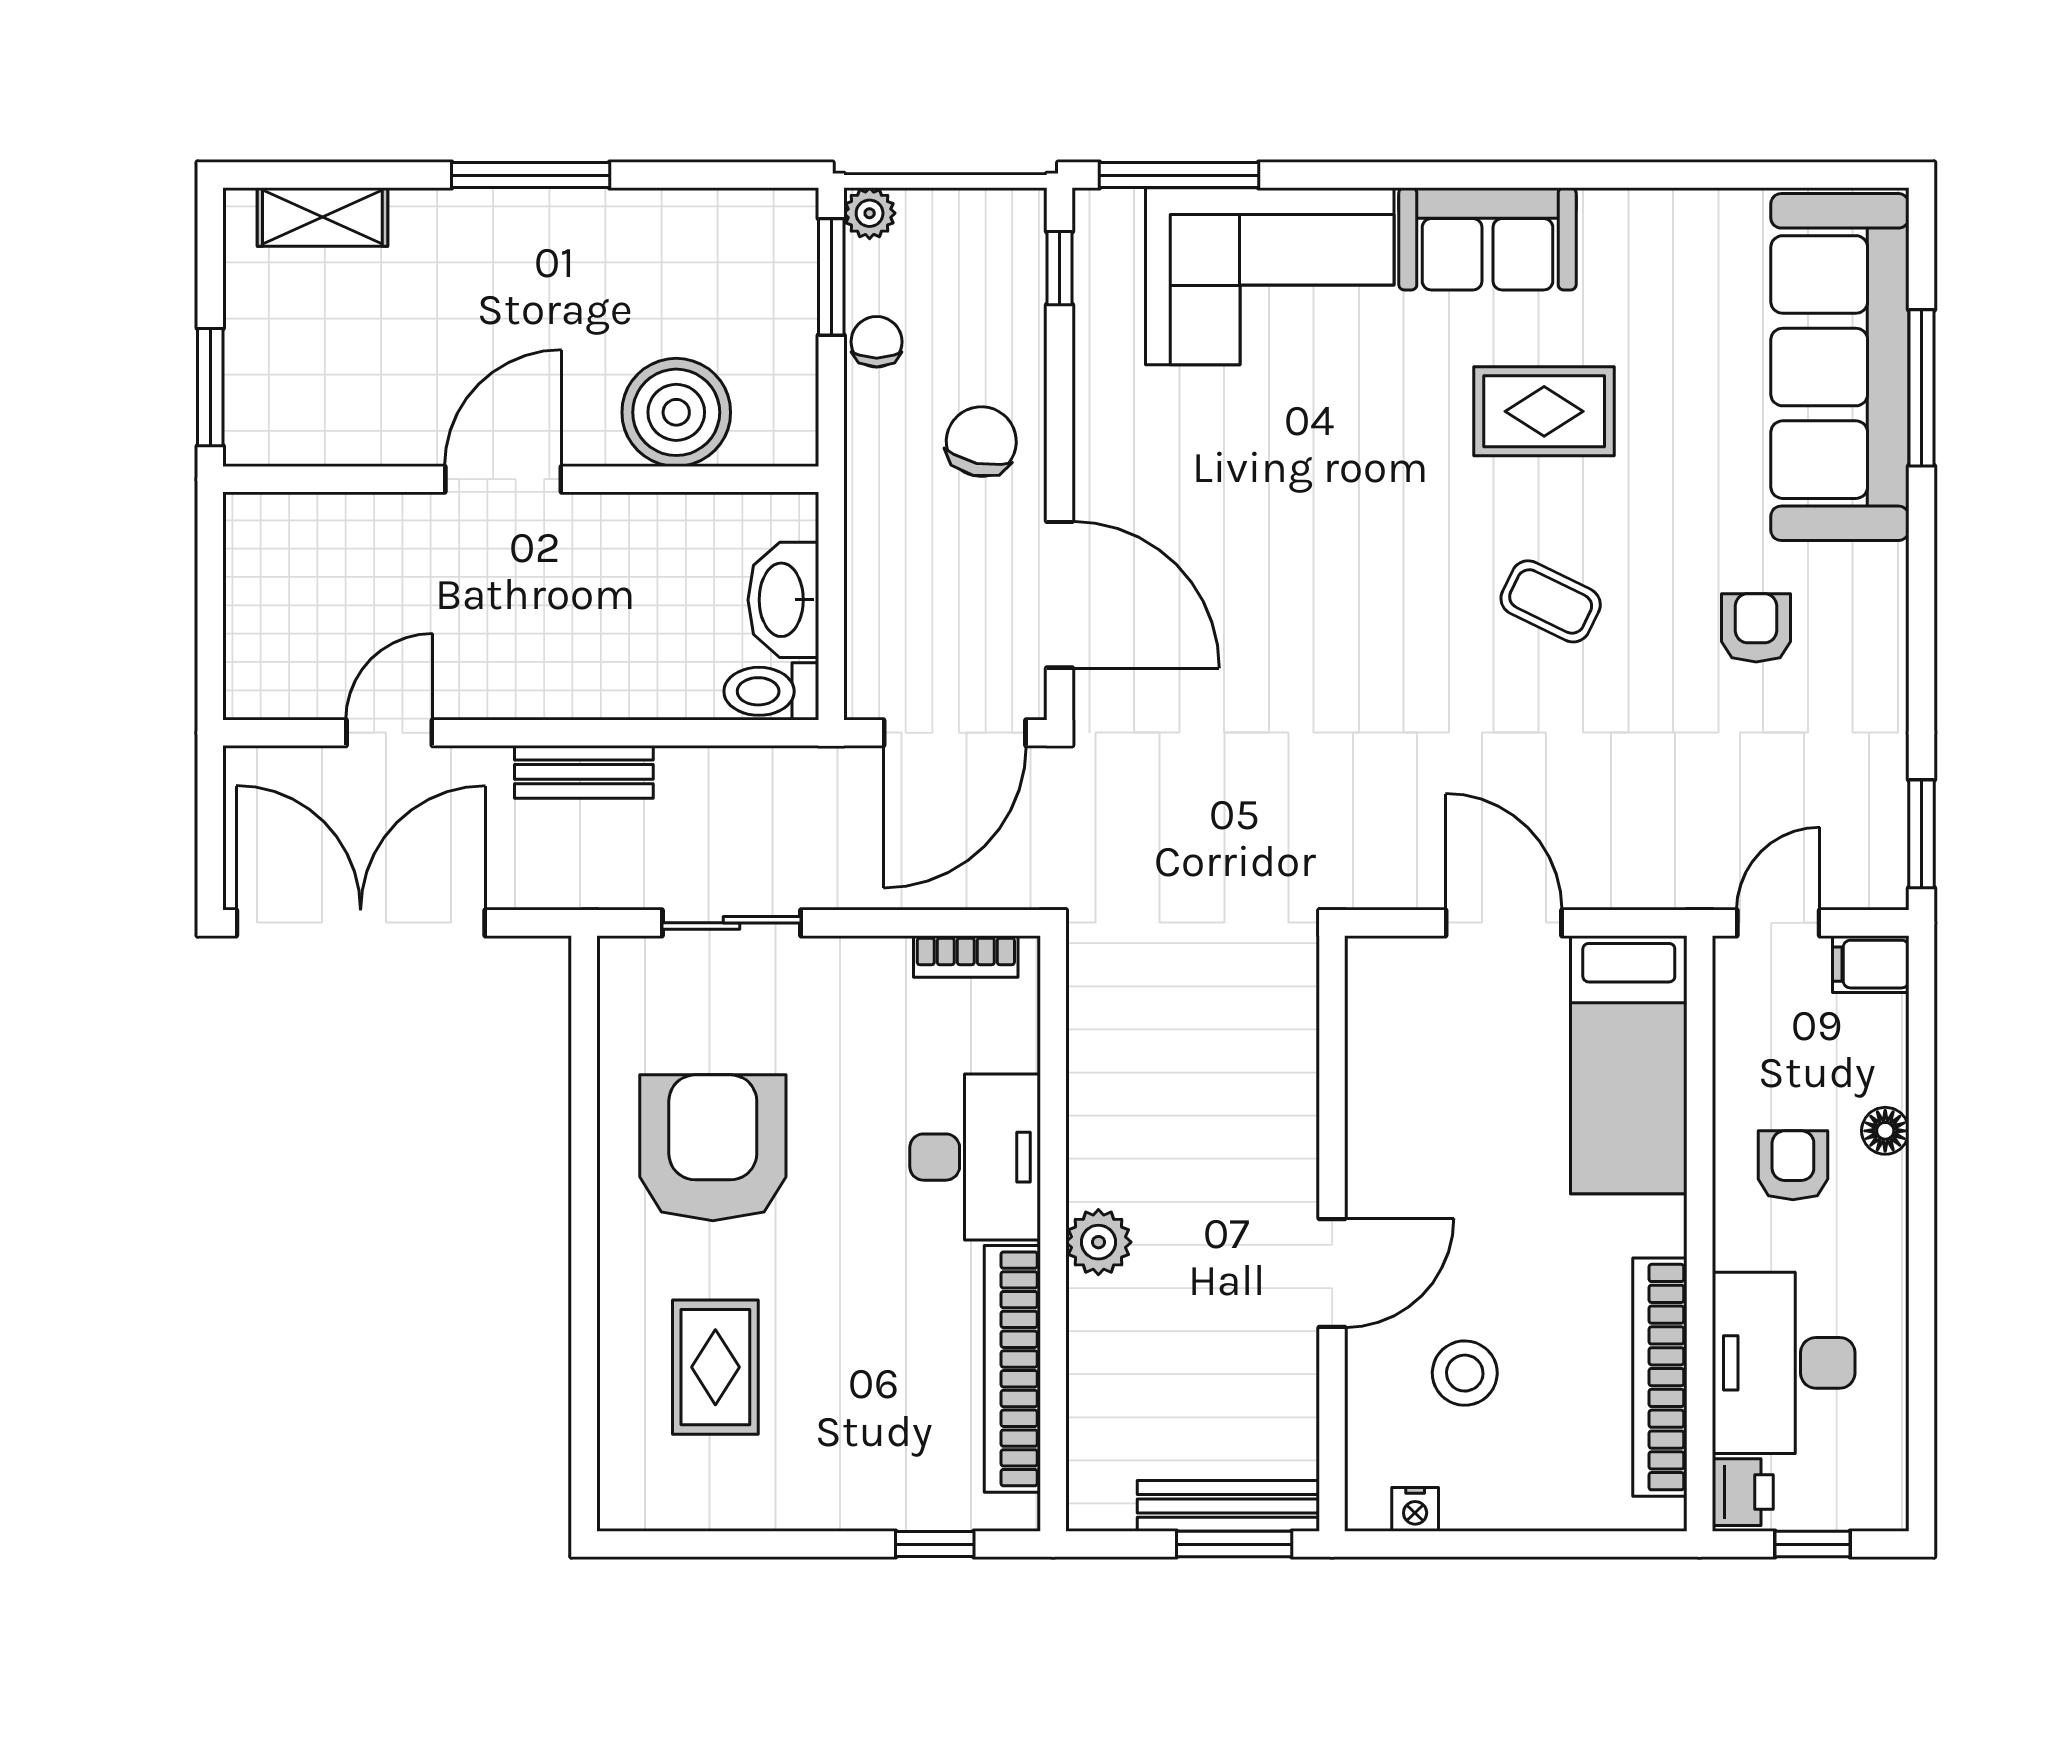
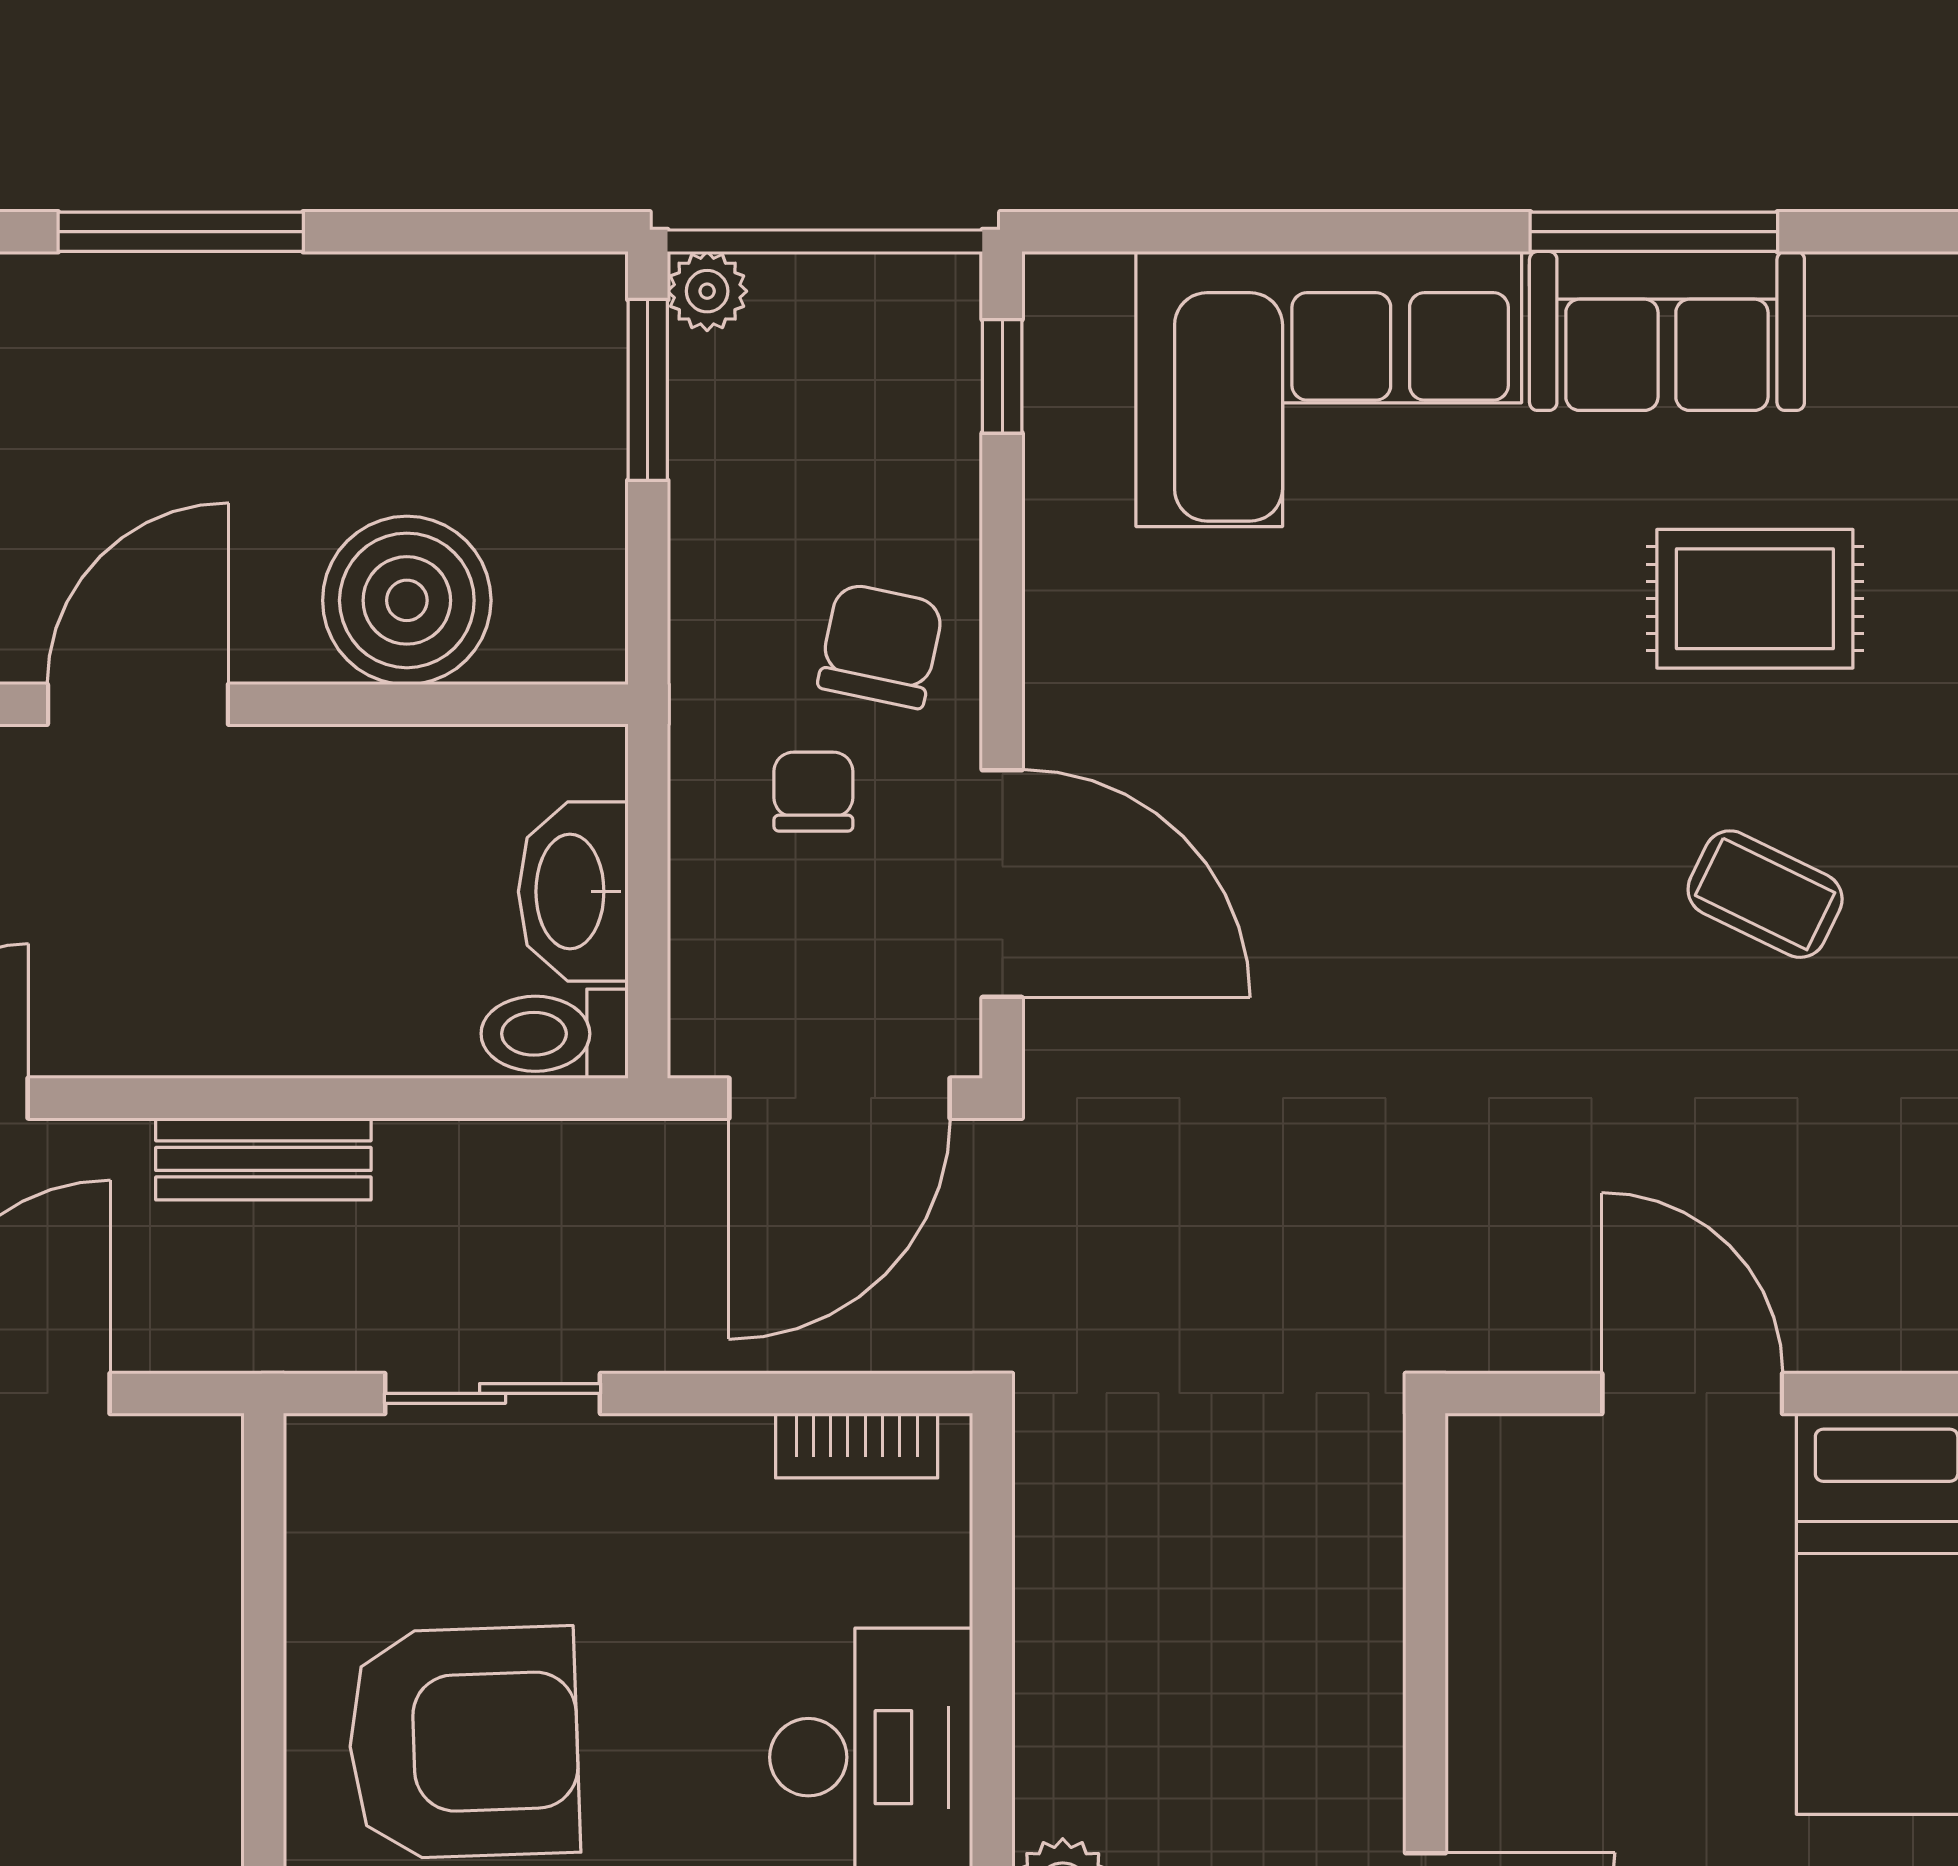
window: (1179, 175) -> (1654, 232), moved
chair: (877, 342) -> (813, 792), moved
armchair: (713, 1148) -> (464, 1743), turned 88

